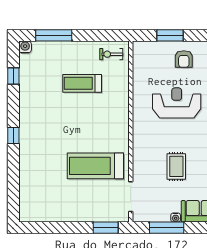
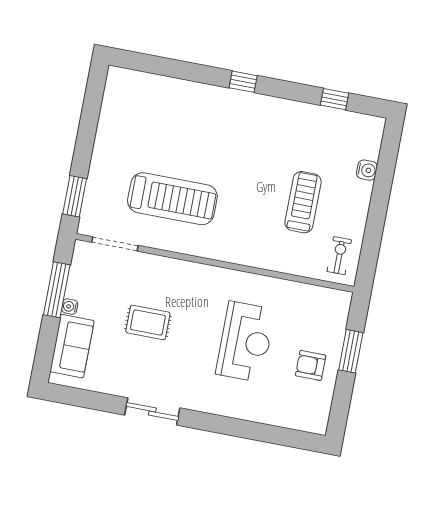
window: (54, 35) -> (385, 173), removed
water cooler: (25, 47) -> (367, 170), moved
treadmill: (95, 166) -> (172, 199), turned 90

